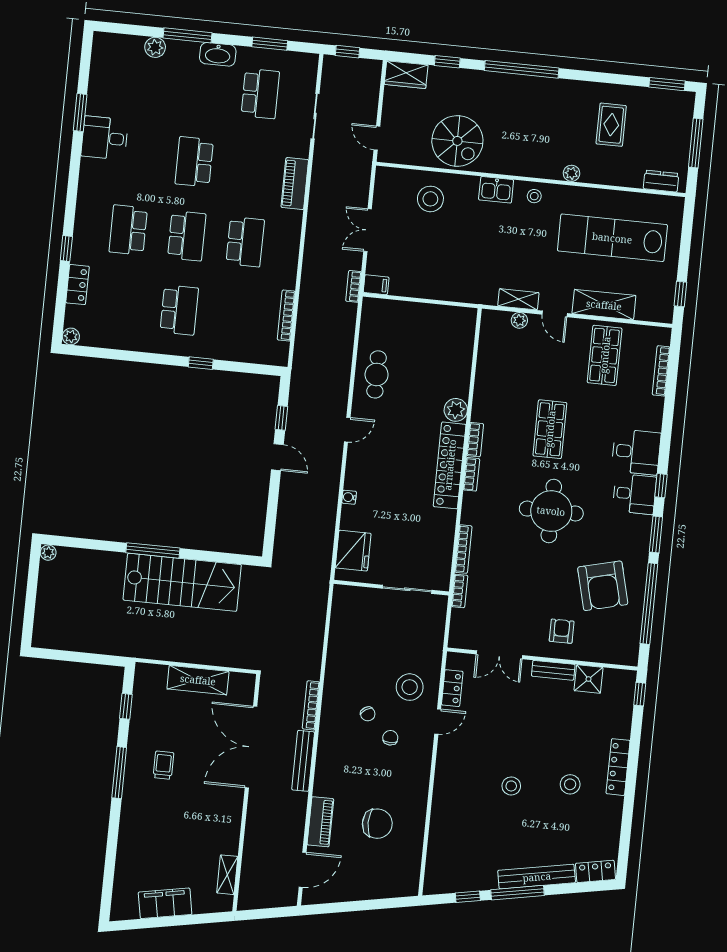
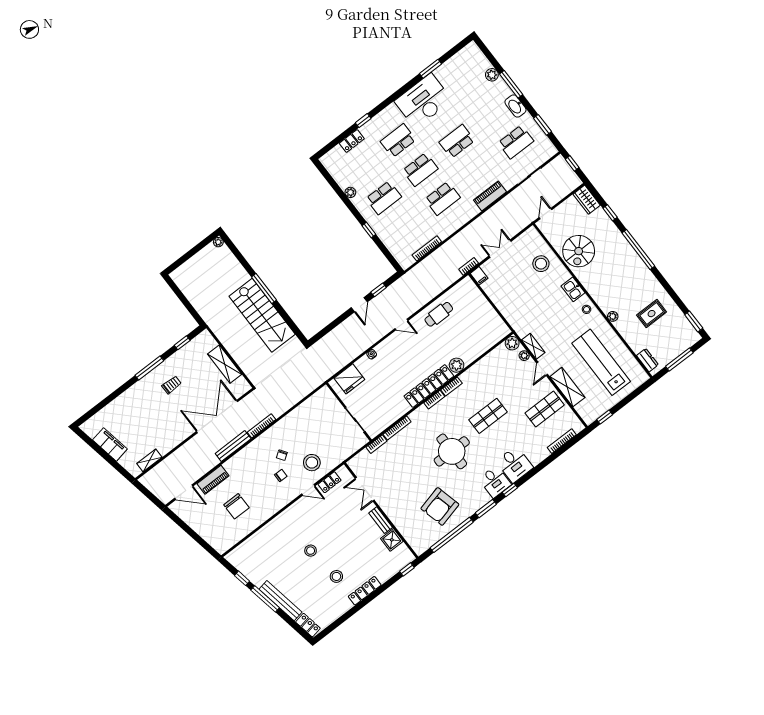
desk: (105, 138) -> (423, 101), width x1.87, depth x1.30
plant: (492, 321) -> (512, 343), added
plant: (71, 336) -> (350, 192), moved
armchair: (562, 631) -> (402, 507), removed

